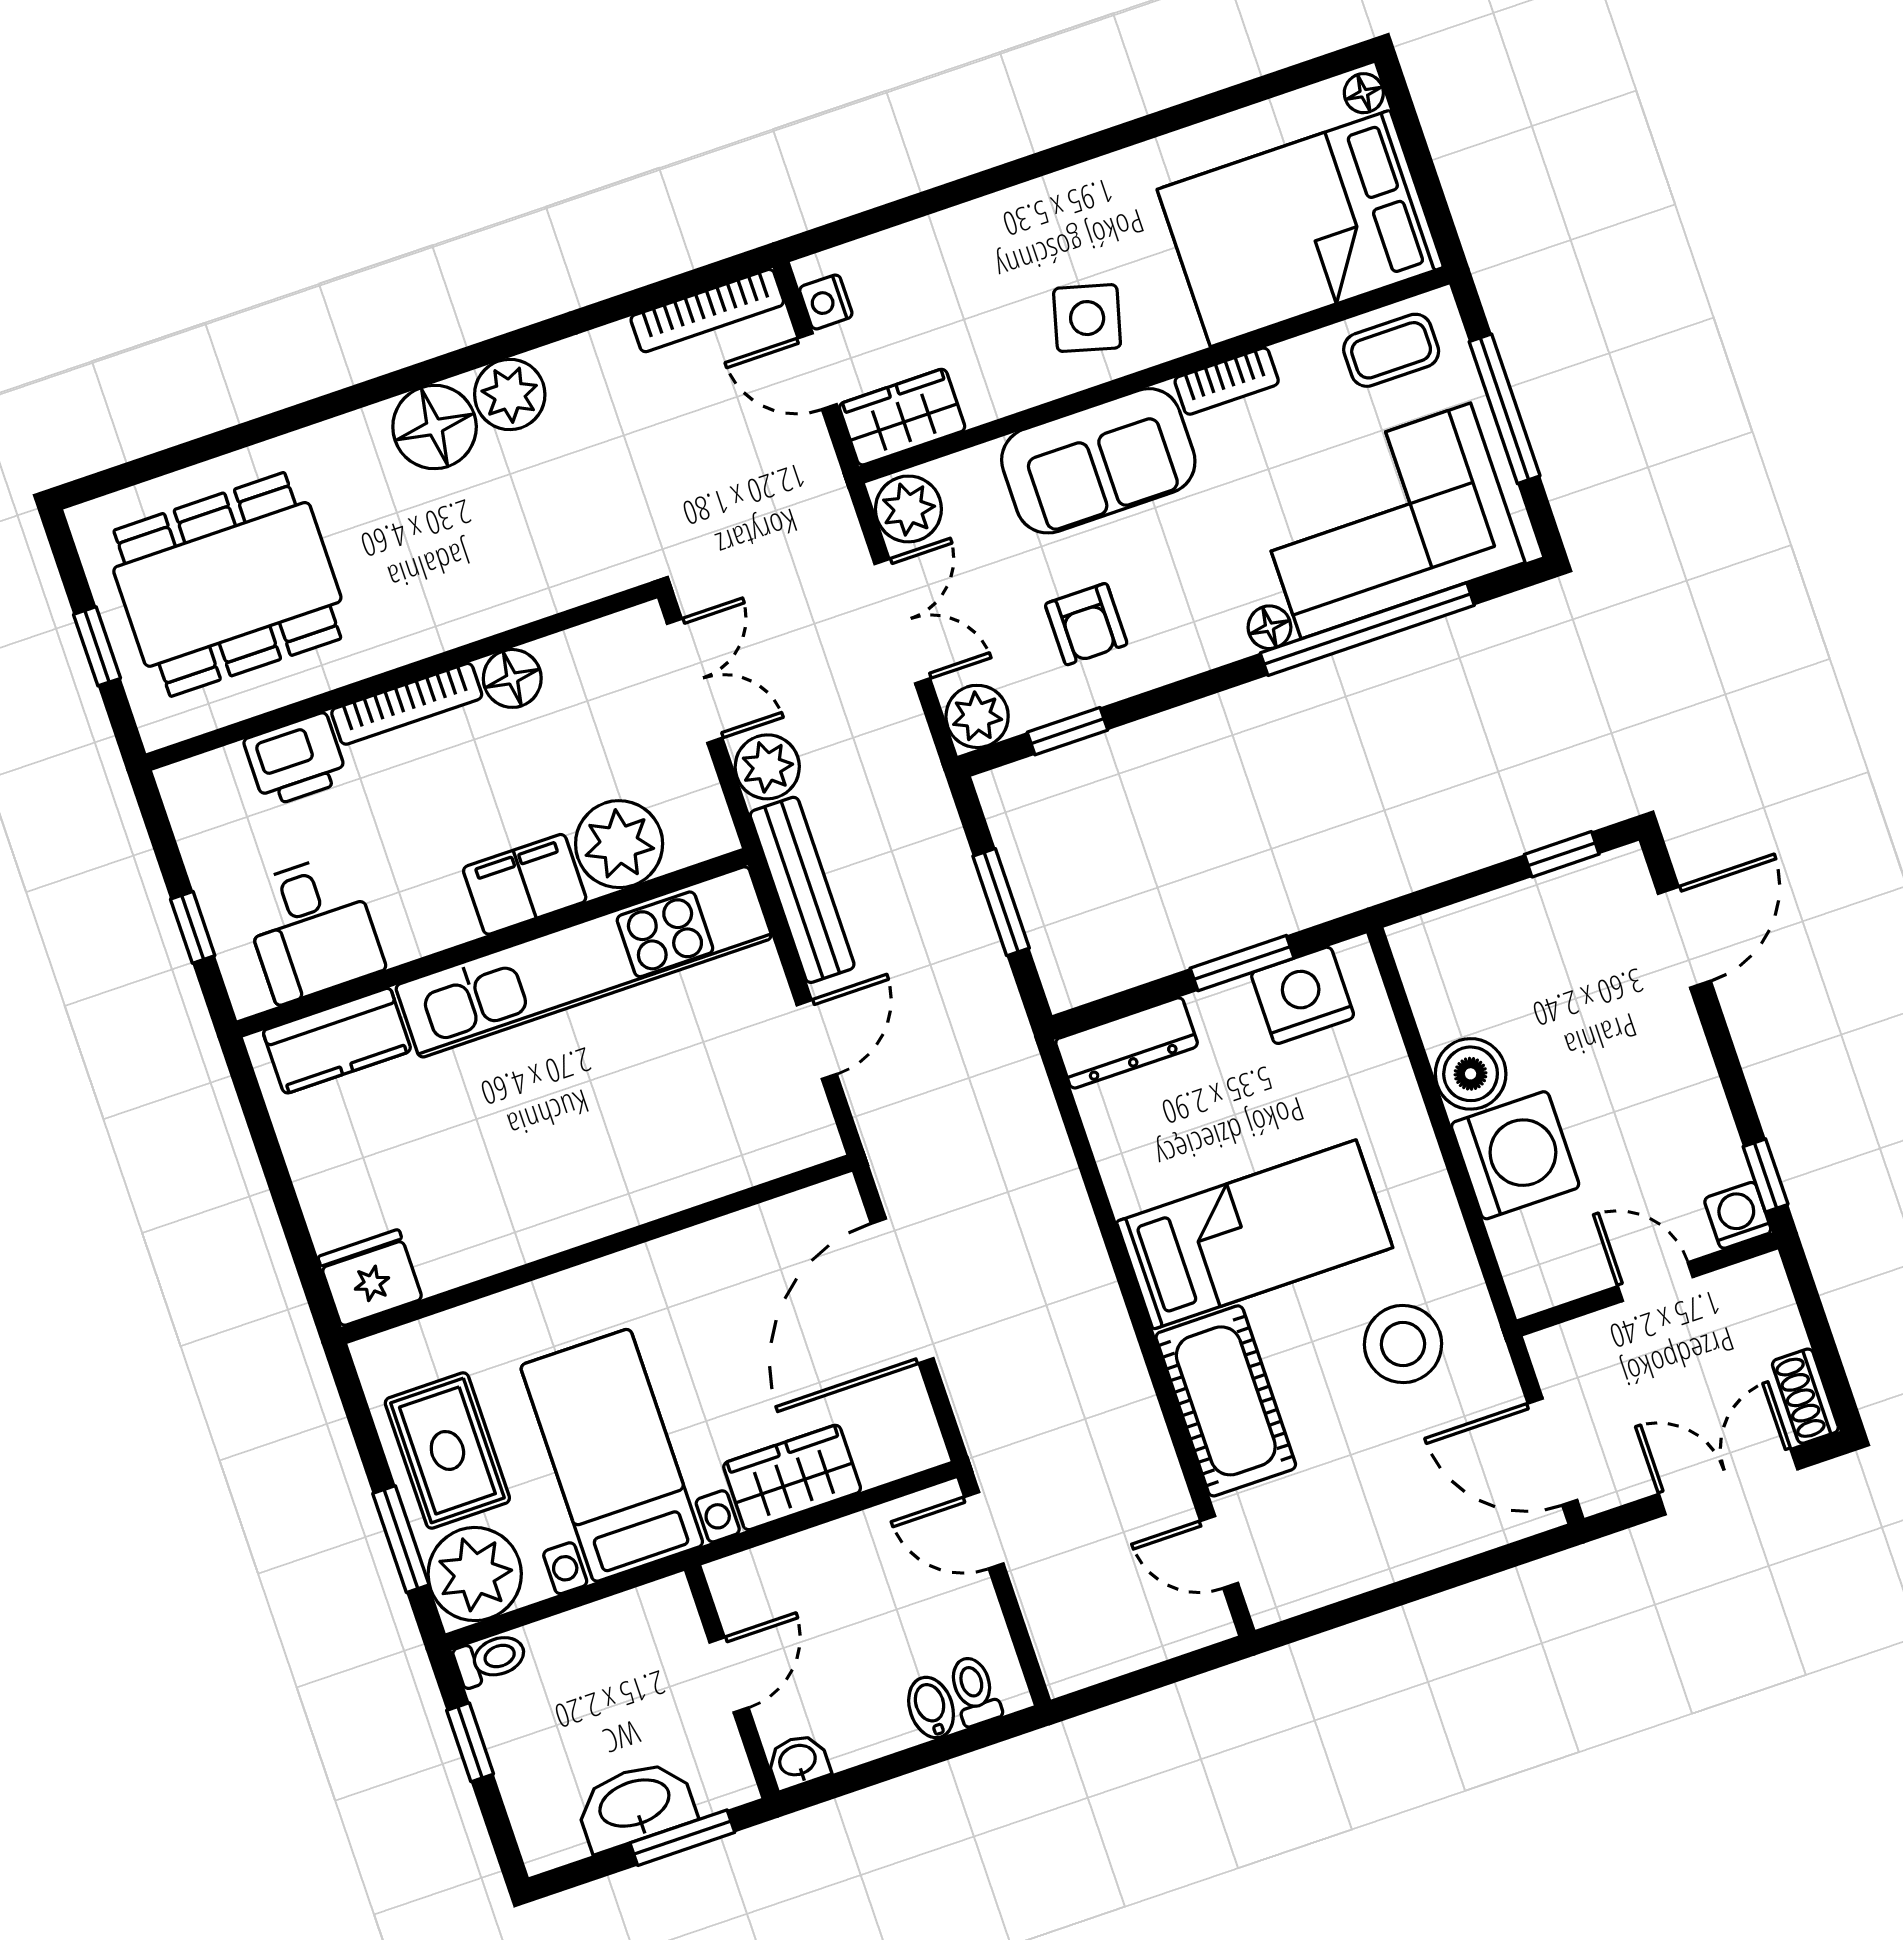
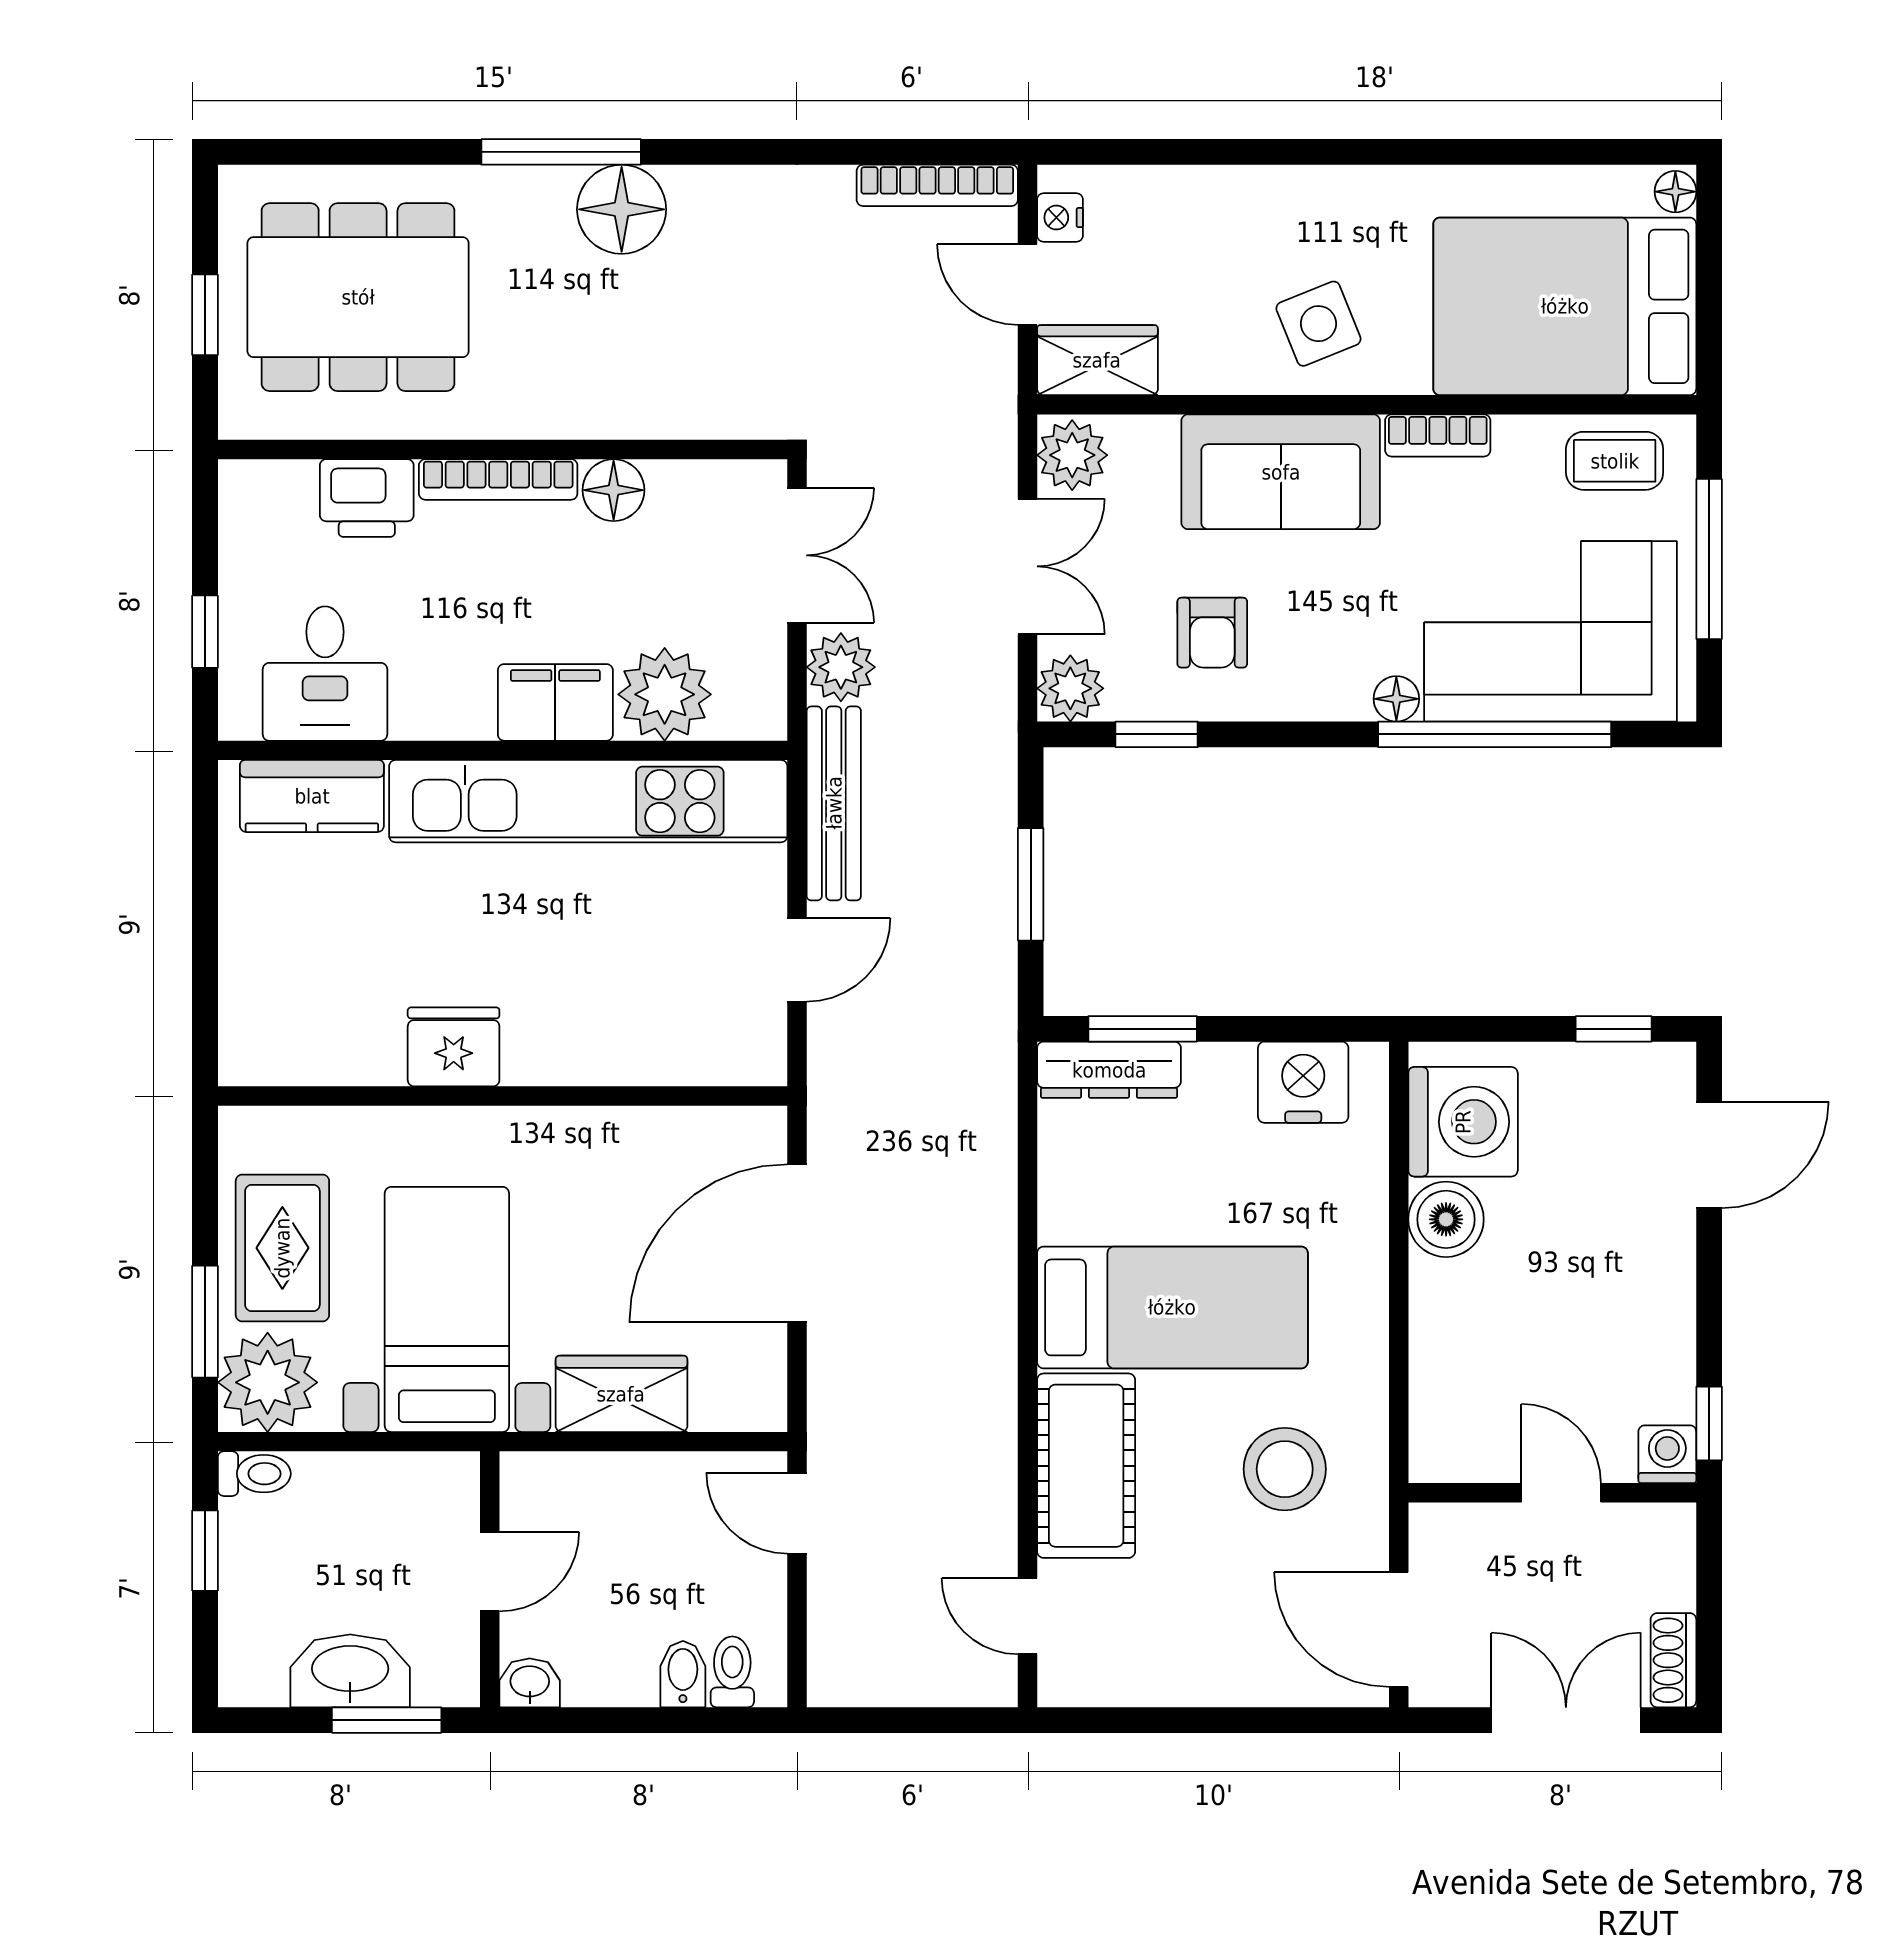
side table: (1087, 318) -> (1318, 324), turned -37
window: (364, 394) -> (561, 152), added
plant: (510, 394) -> (709, 202), removed
window: (1242, 963) -> (1143, 1029), moved
washing machine: (1515, 1155) -> (1463, 1122), moved
fridge: (370, 1278) -> (454, 1047), moved

